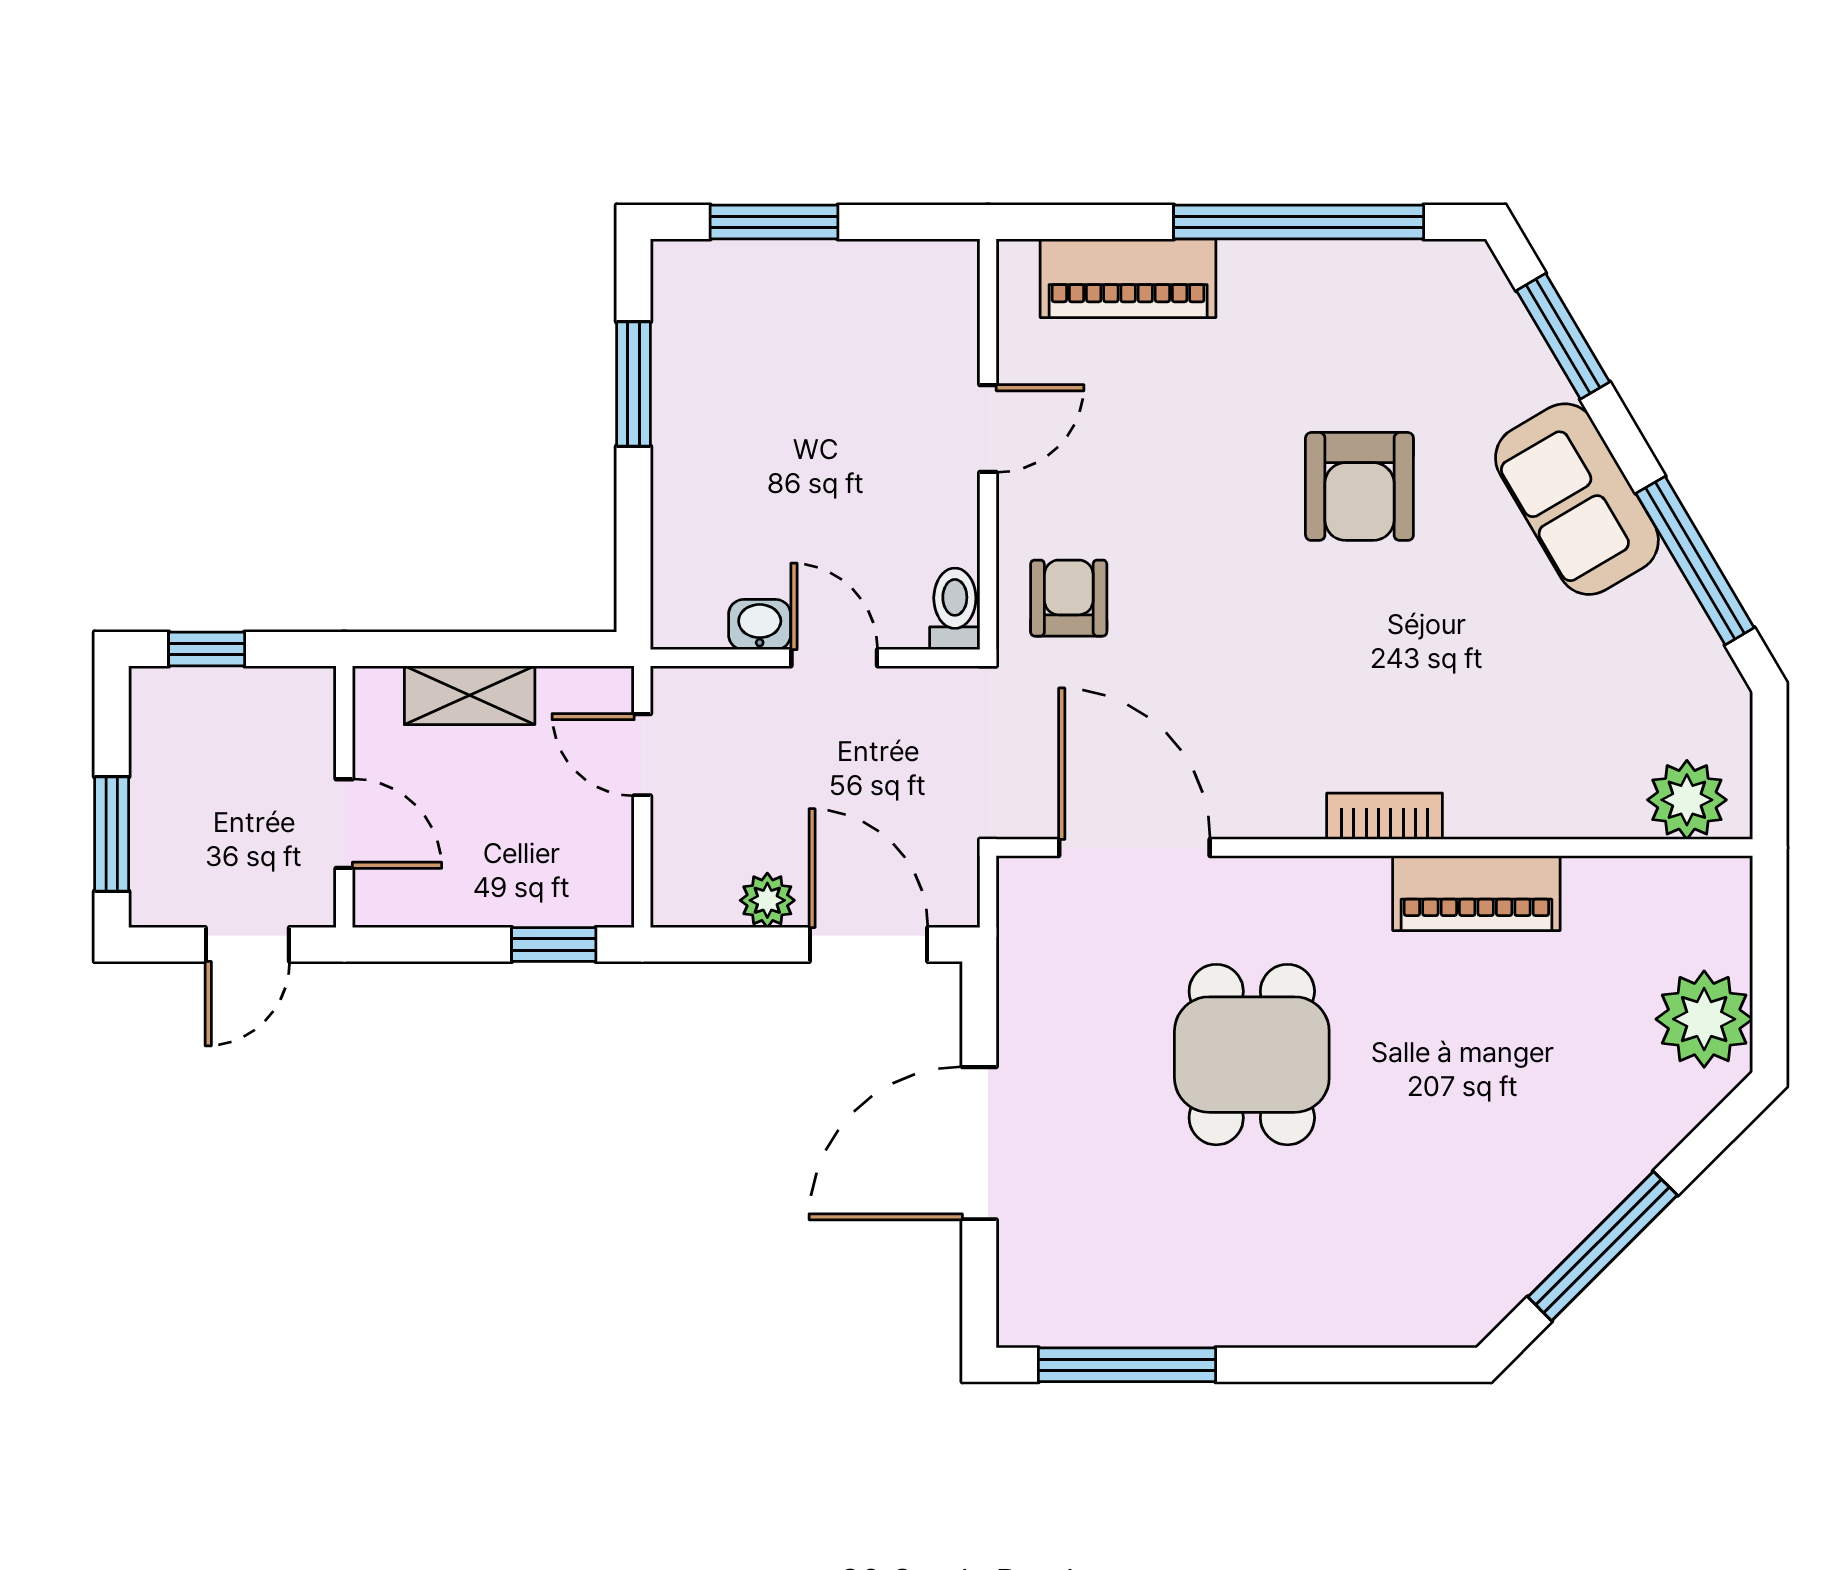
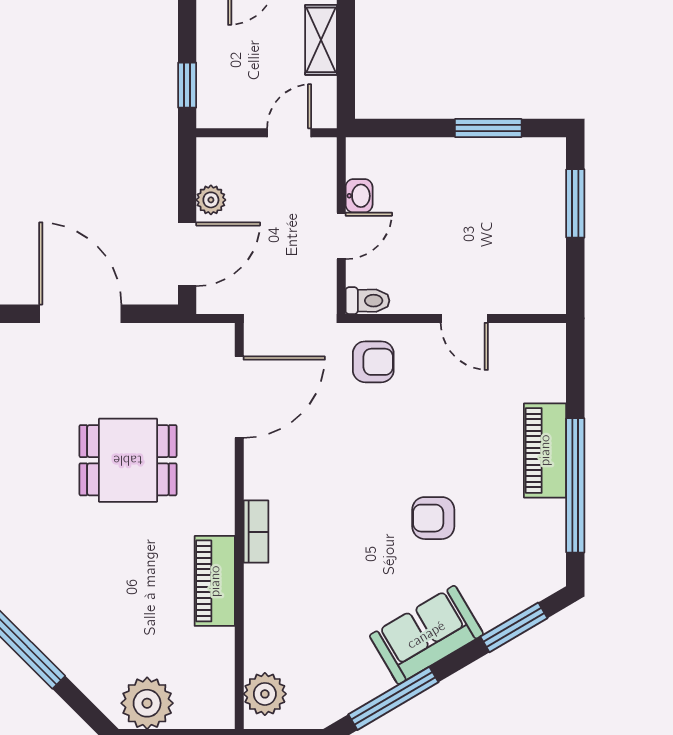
piano: (1128, 278) -> (545, 450), moved
armchair: (1359, 486) -> (433, 518), width x0.72, depth x0.72

